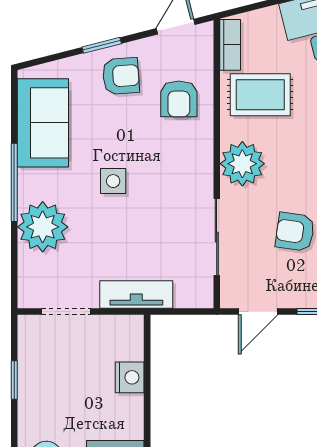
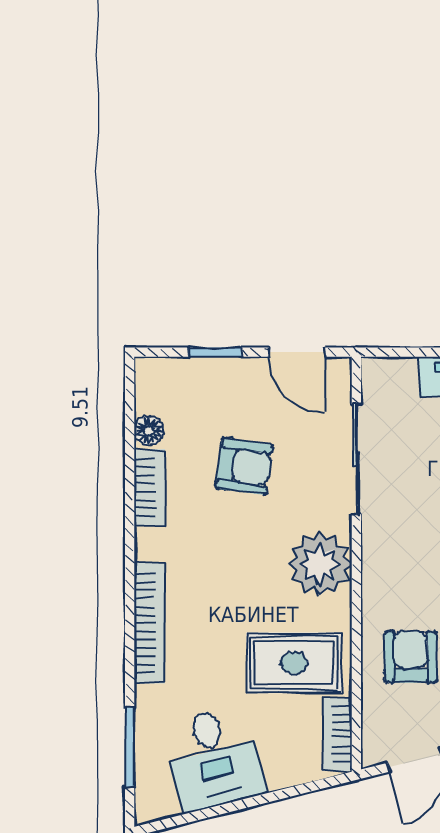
door: (258, 312) -> (297, 352), swing flipped

